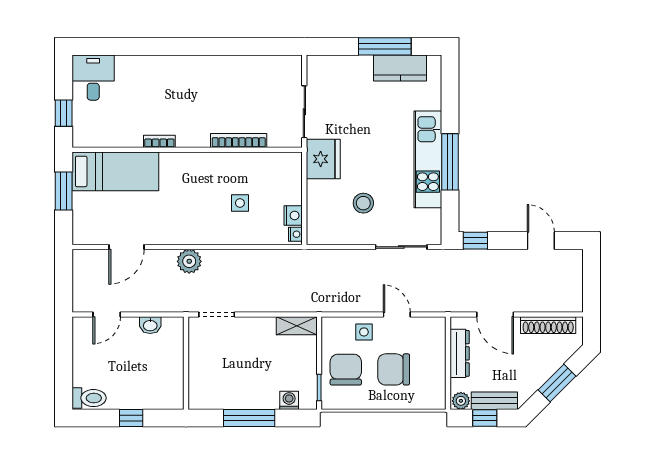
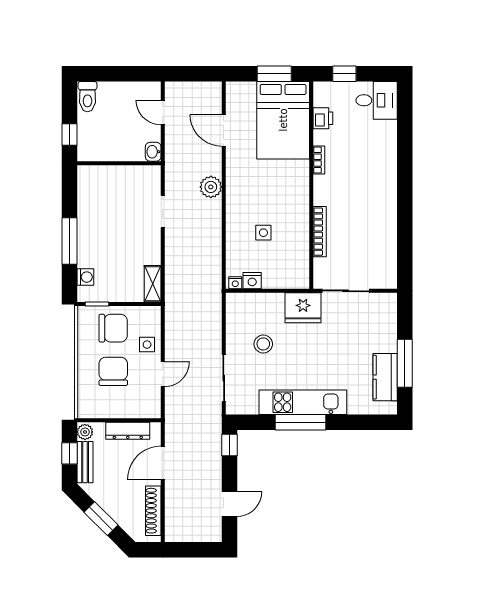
printer: (113, 137) -> (323, 118), added
bed: (115, 171) -> (283, 120), width x1.50
wall: (186, 363) -> (119, 163), moved

